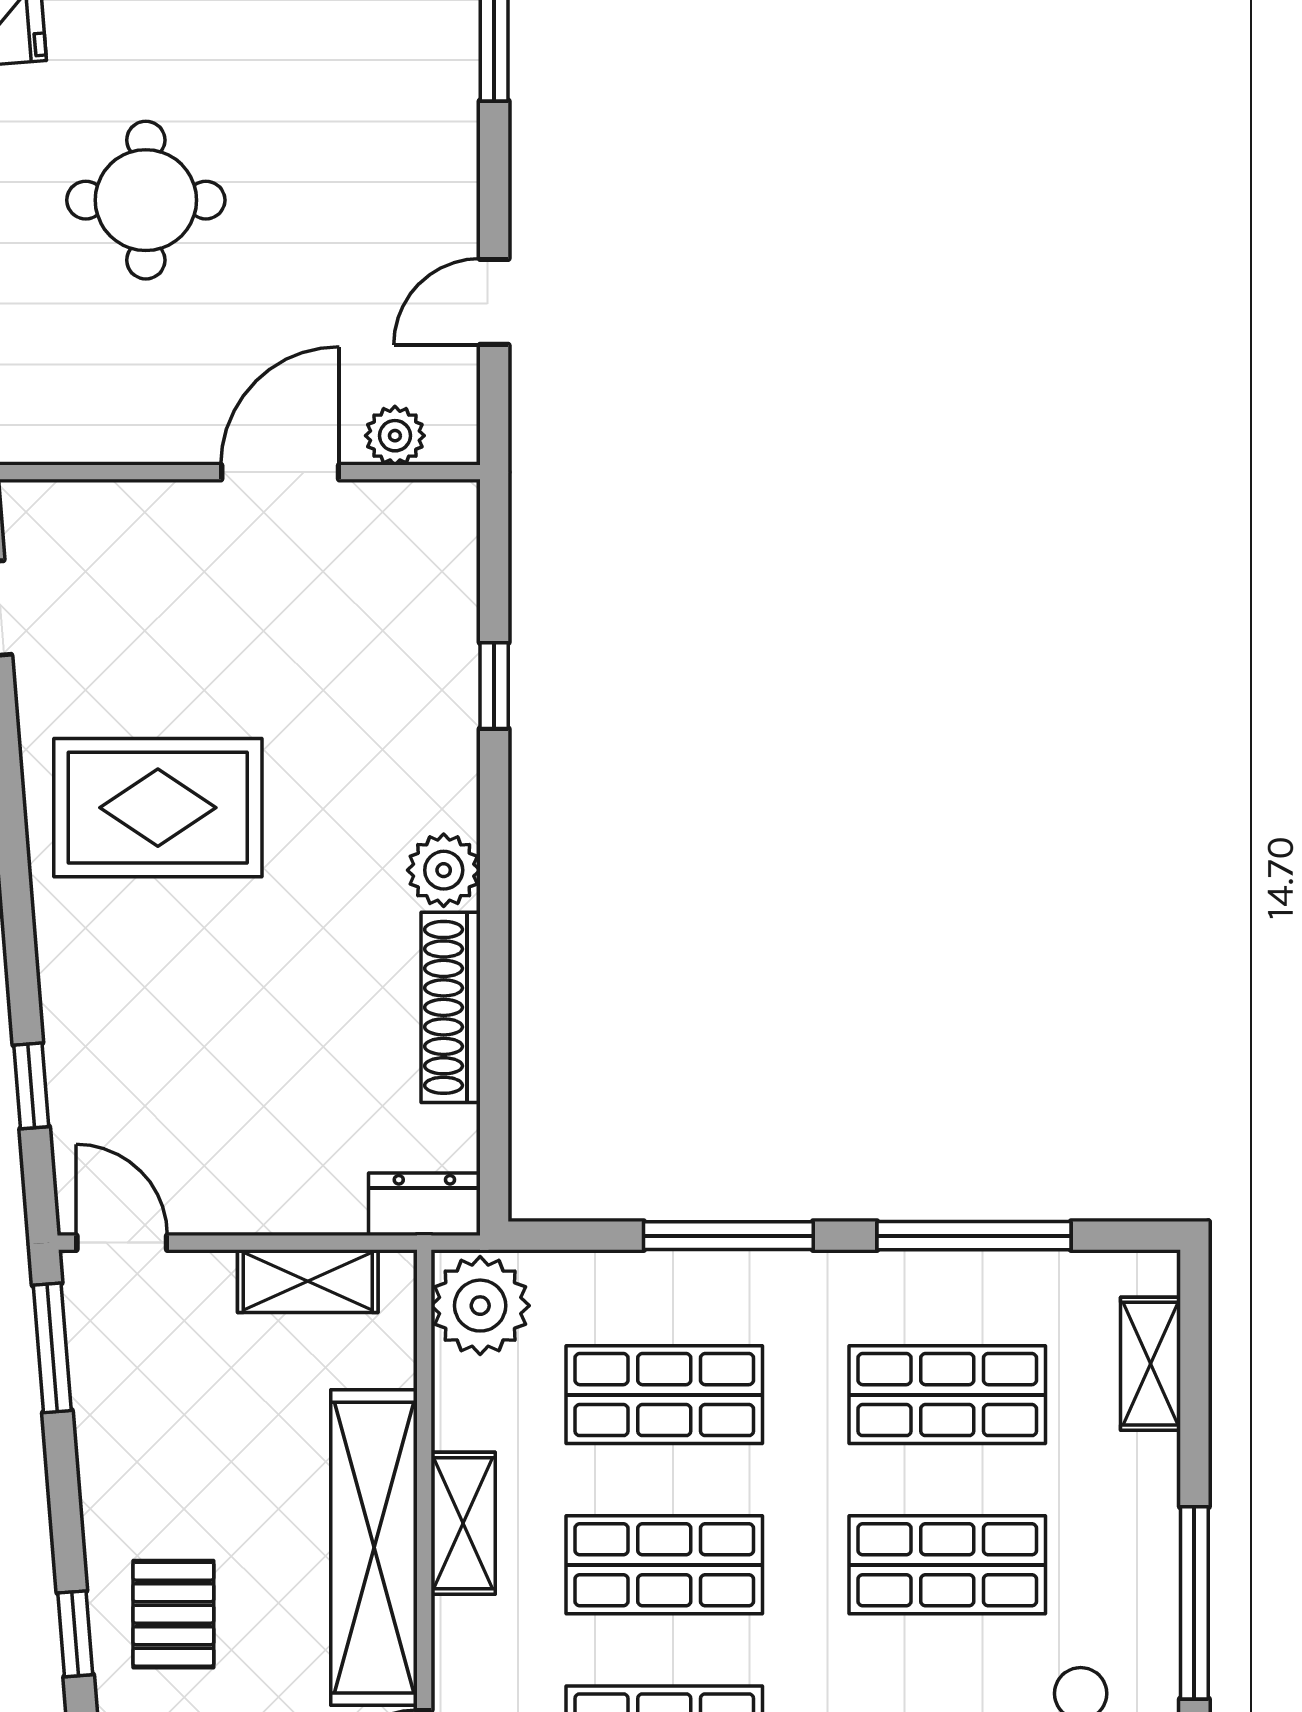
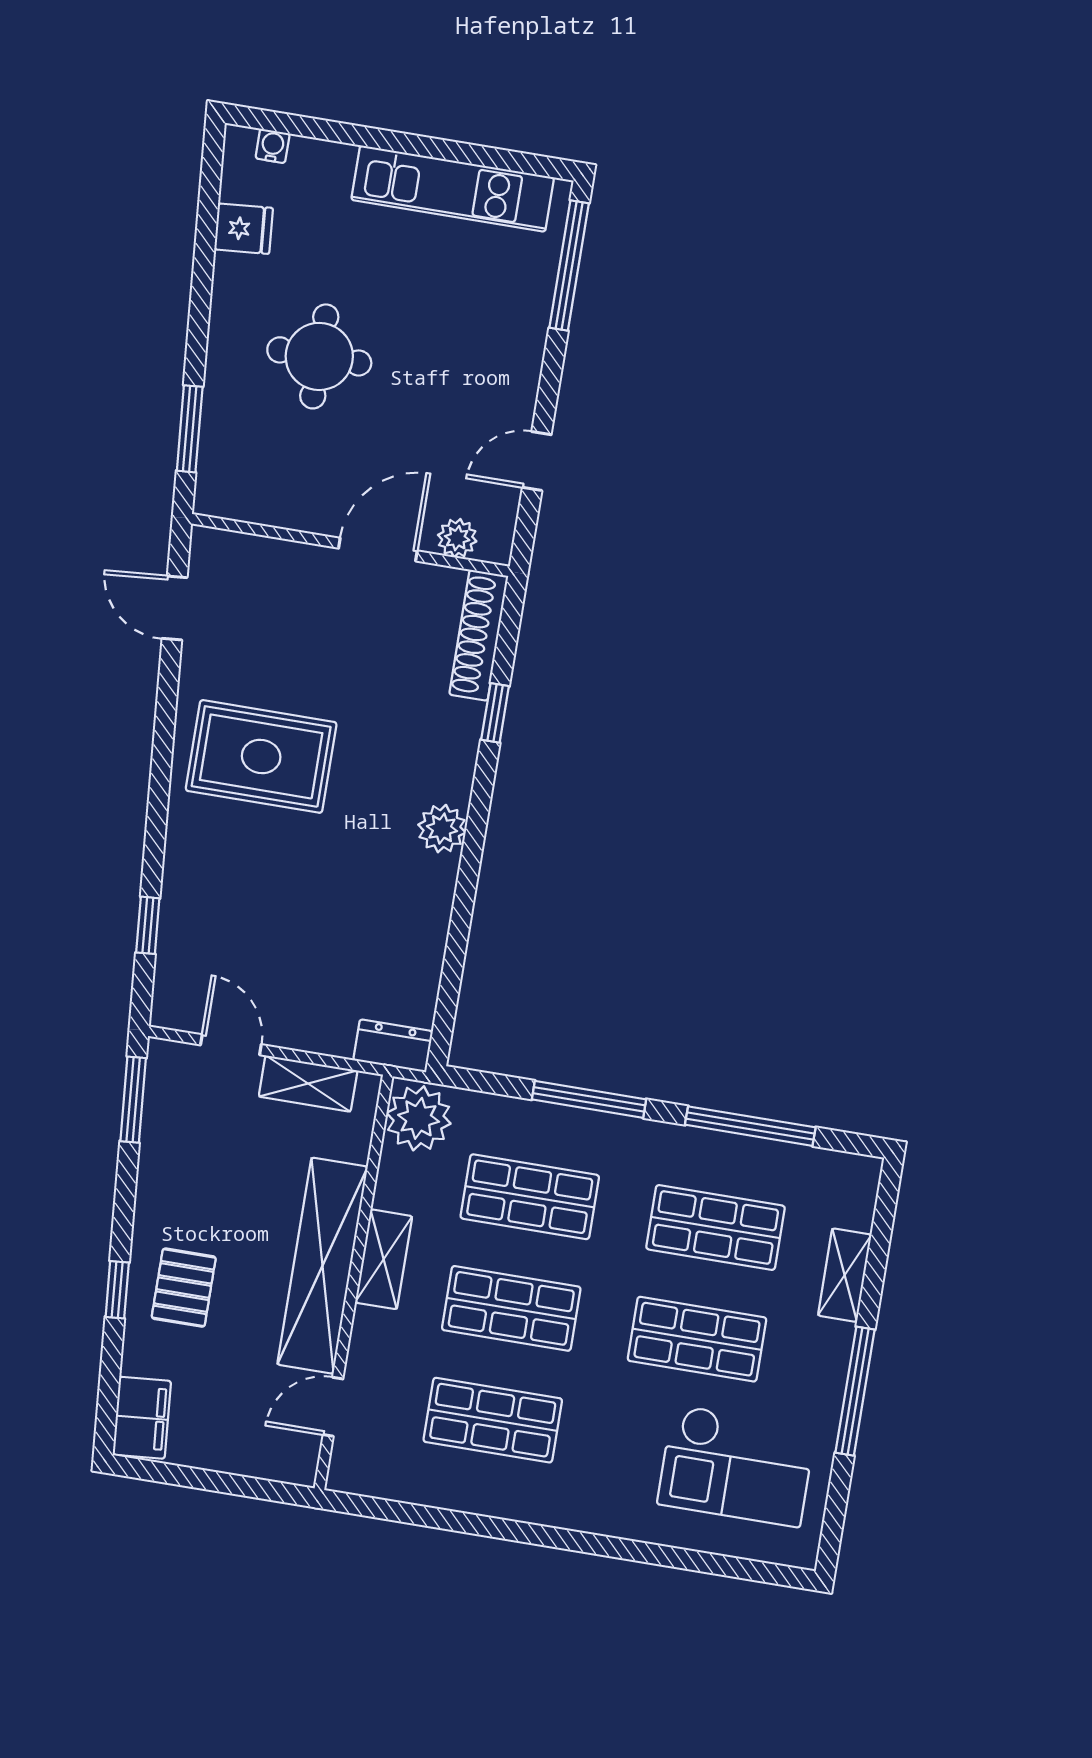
shoe rack: (451, 1007) -> (479, 635), moved
door: (122, 1243) -> (231, 1045), moved
shelving: (1150, 1364) -> (845, 1275), moved

